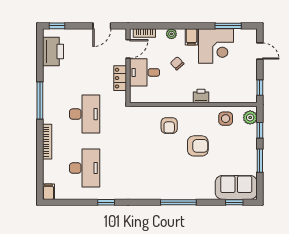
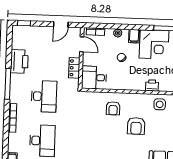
door: (128, 49) -> (82, 44), hinge flipped
printer: (53, 52) -> (19, 61), moved
desk: (145, 72) -> (94, 77), moved
printer: (201, 96) -> (152, 85), moved
armchair: (198, 146) -> (136, 126), turned 90

